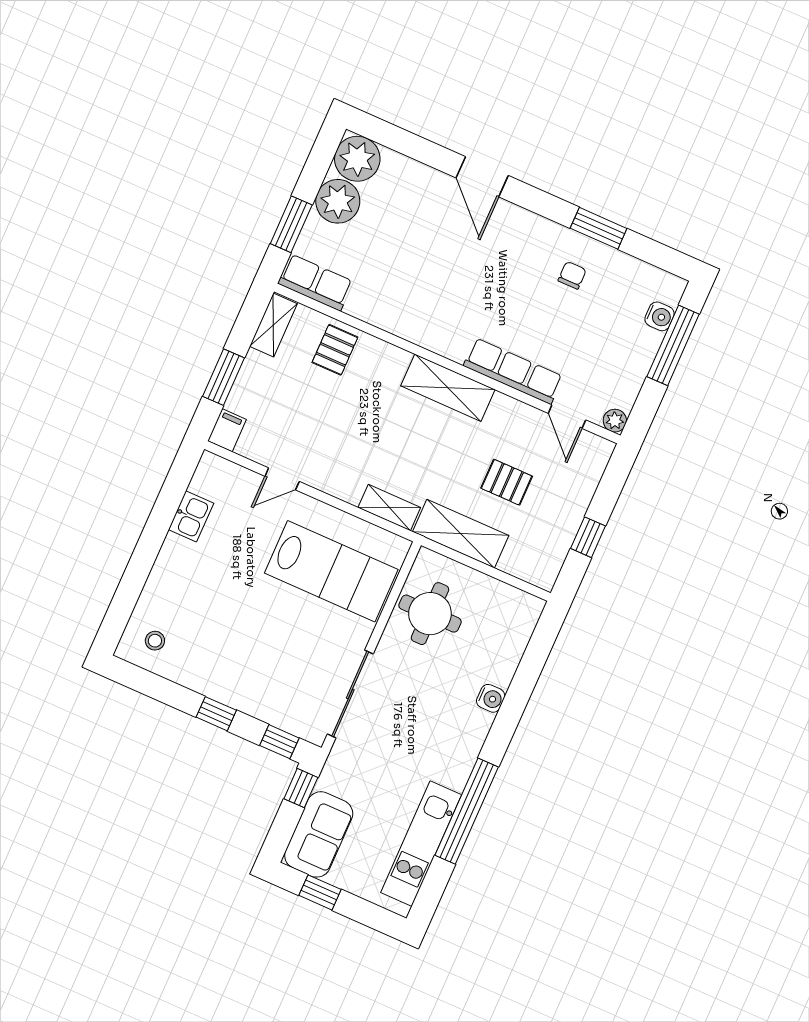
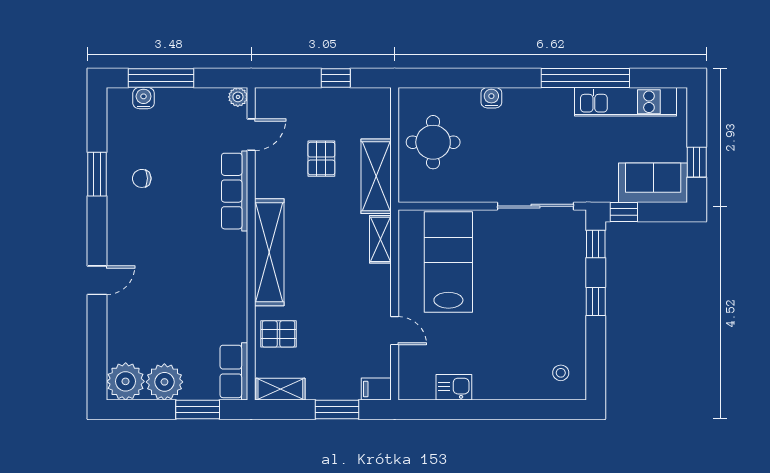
door: (482, 177) -> (97, 280), width x0.73
shelving: (448, 388) -> (269, 252), width x1.47
round table: (430, 614) -> (433, 142), moved

